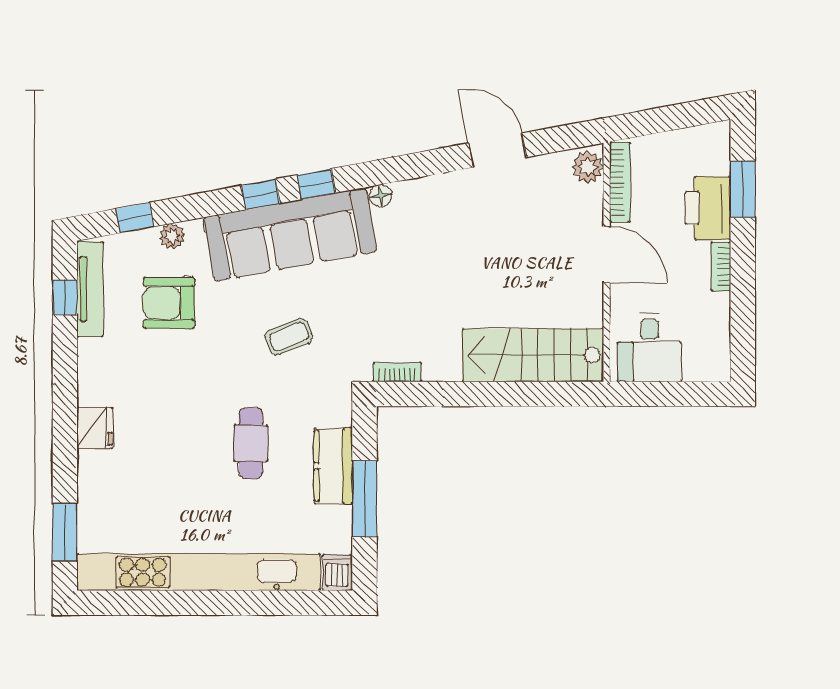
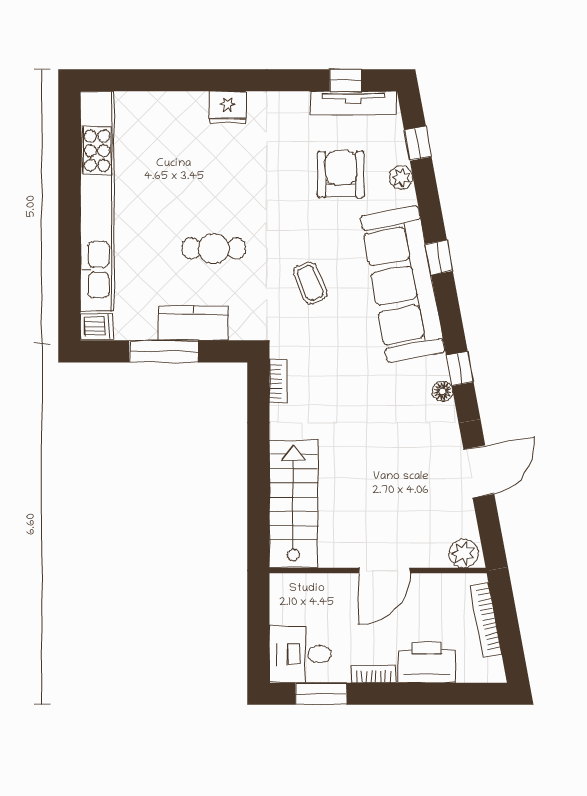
bookcase: (620, 182) -> (486, 619), moved, turned 79
window: (316, 184) -> (460, 369), moved
window: (743, 189) -> (321, 694), moved
floor lamp: (381, 196) -> (443, 391), moved
desk: (650, 348) -> (300, 654), moved
window: (65, 532) -> (133, 80), removed

